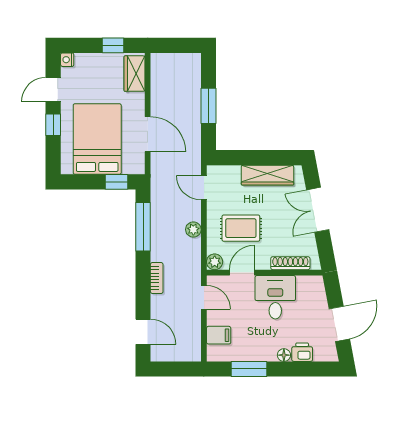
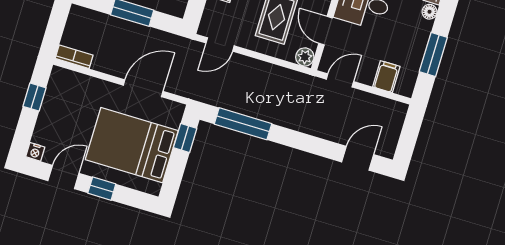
wardrobe: (135, 74) -> (73, 83), removed
door: (53, 90) -> (63, 177), swing flipped
plant: (193, 230) -> (262, 70), removed
bookcase: (157, 278) -> (74, 57), moved

